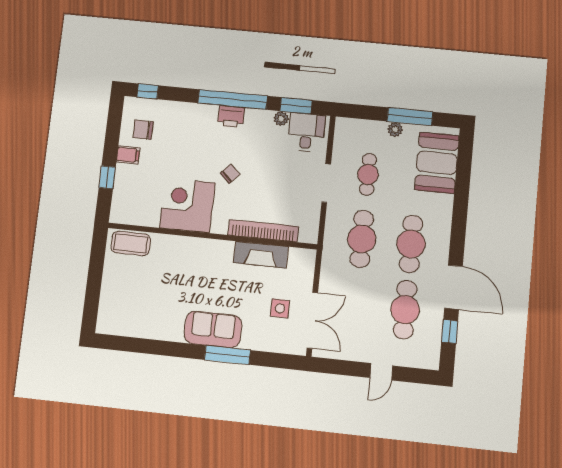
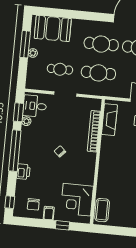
printer: (231, 117) -> (23, 172), moved
corner desk: (187, 205) -> (77, 200), moved
fireplace: (261, 255) -> (109, 120), moved

